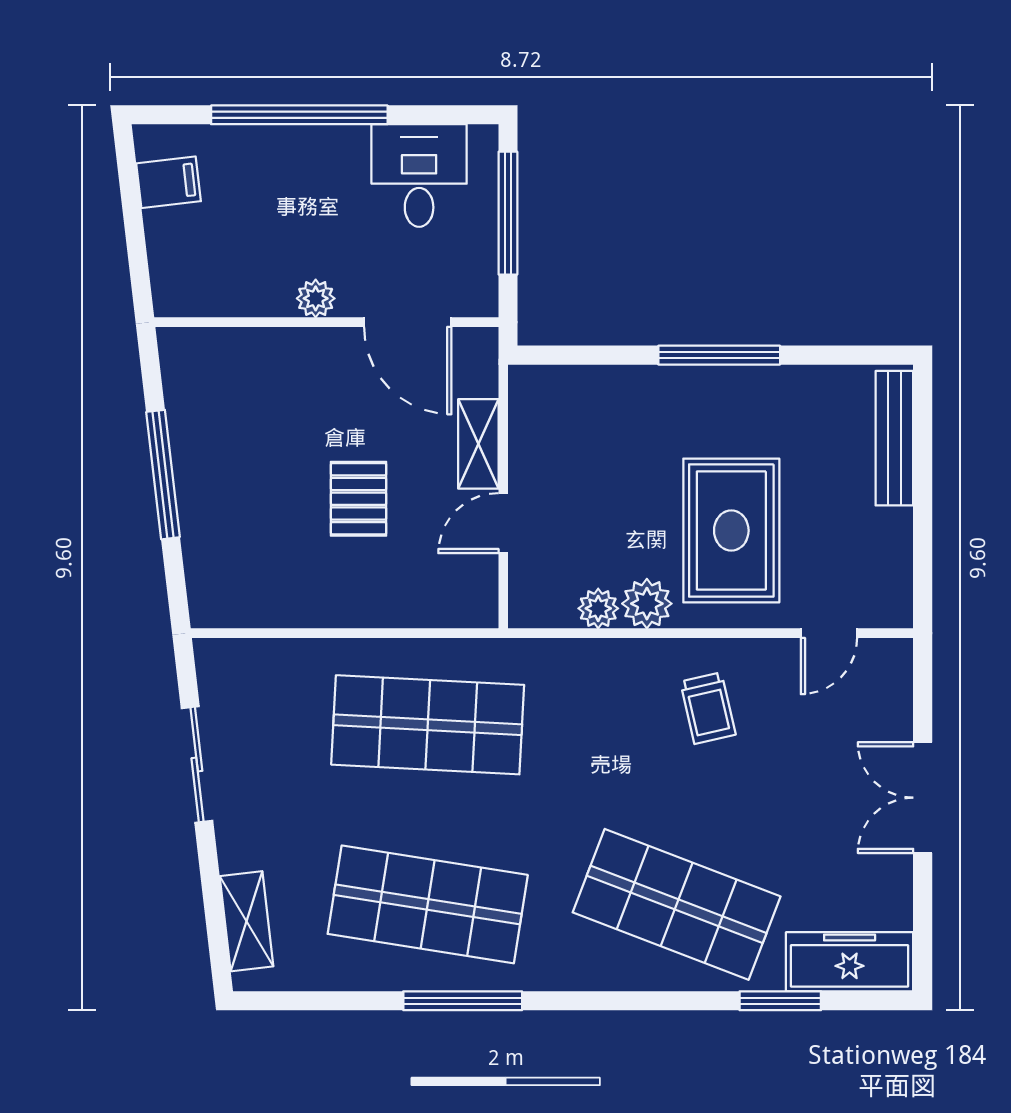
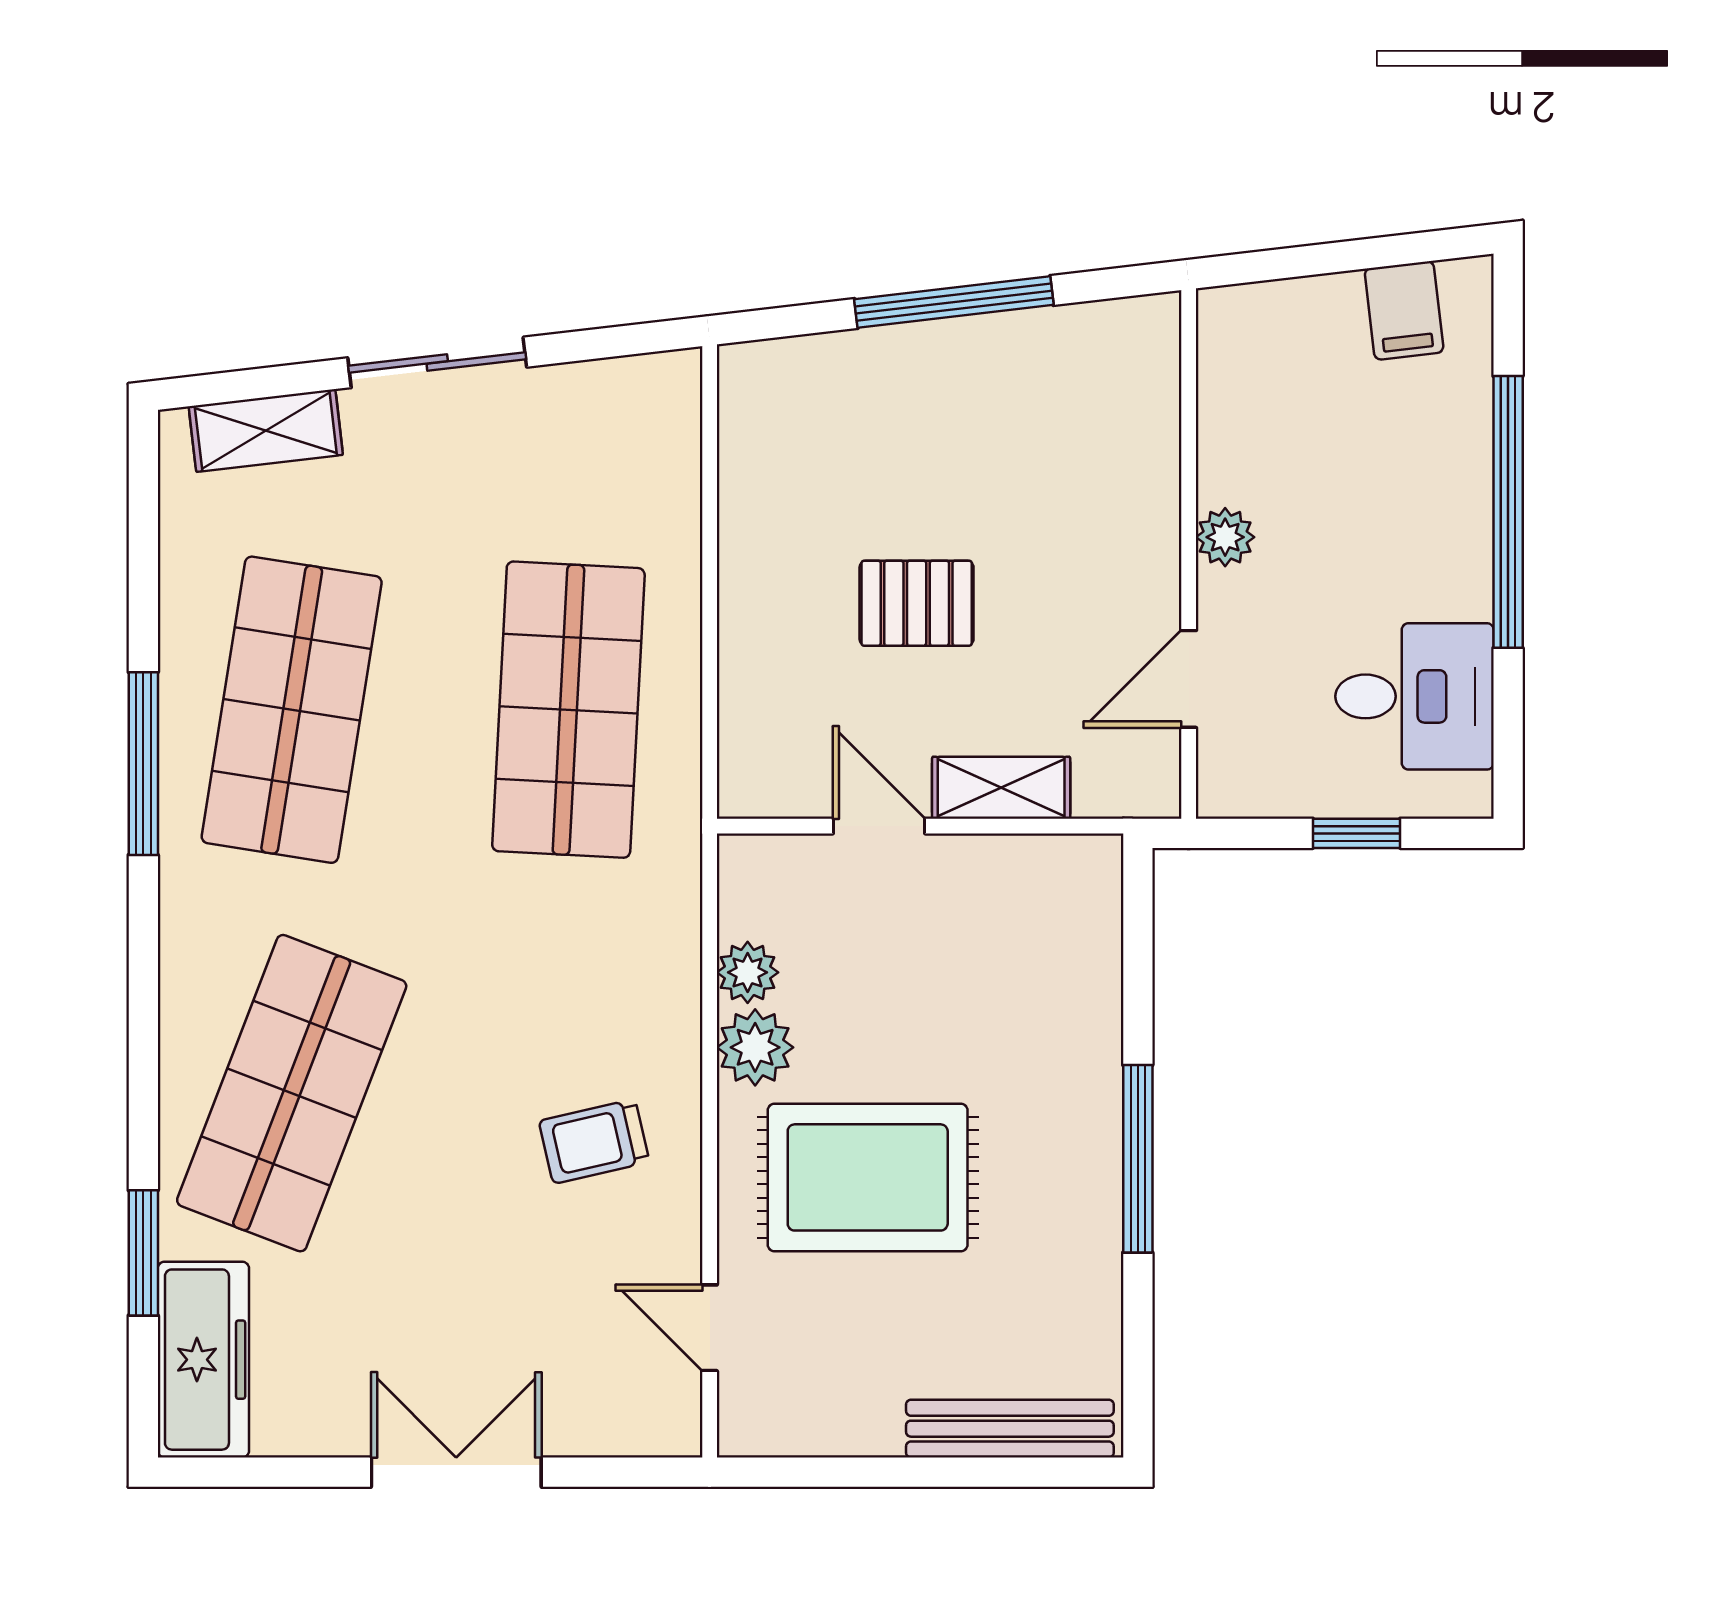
window: (508, 213) -> (1357, 833), width x0.46
door: (408, 322) -> (1189, 679), width x0.73
sliding door: (197, 764) -> (437, 362), moved

